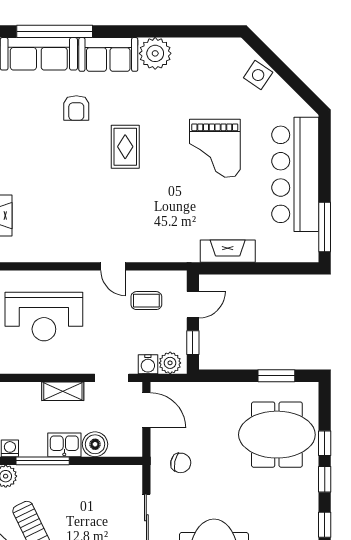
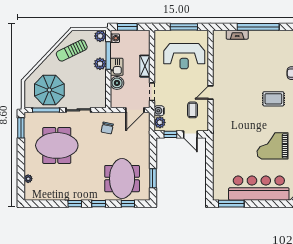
fireplace: (228, 251) -> (219, 153), removed
reception desk: (44, 317) -> (184, 56), turned -90
window: (325, 443) -> (128, 204), moved
plant: (58, 476) -> (100, 64), added

